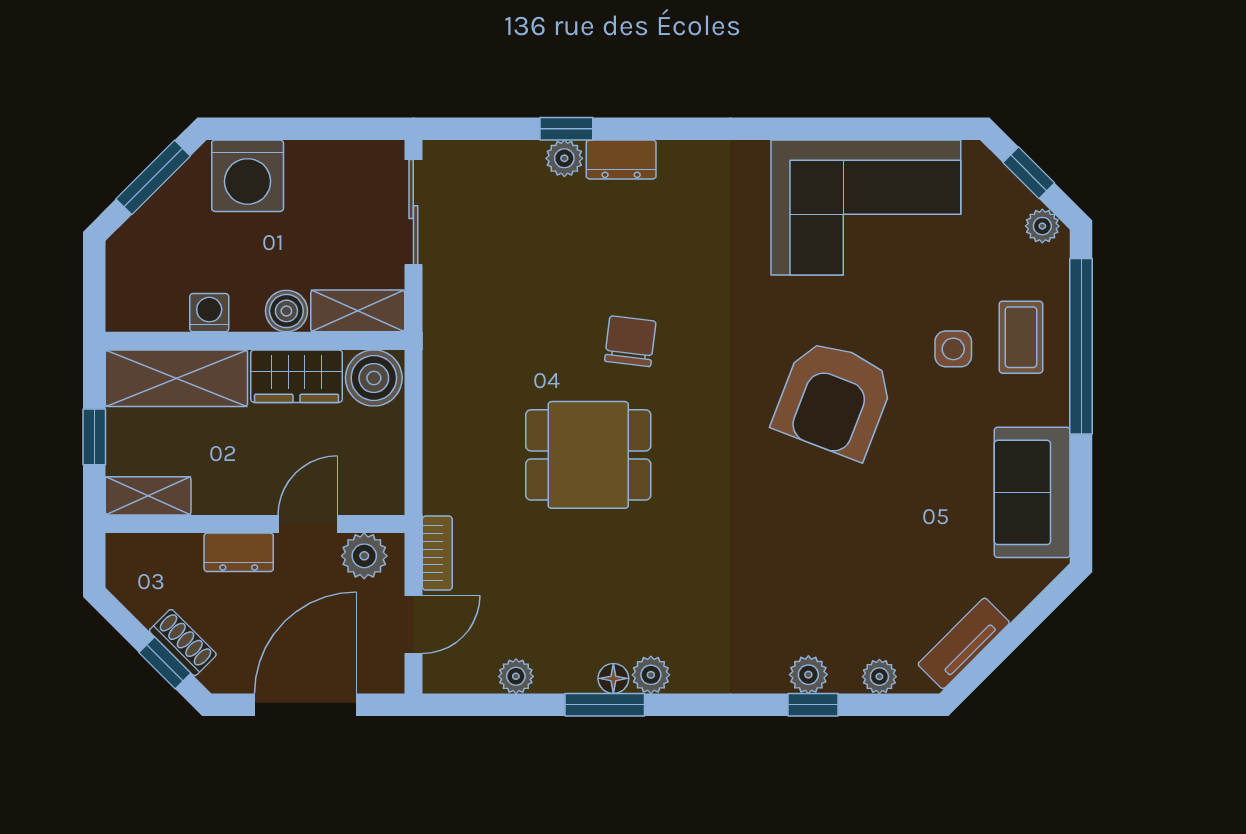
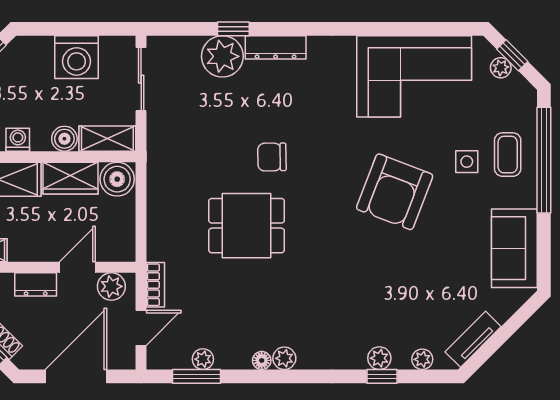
plant: (564, 158) -> (222, 56), width x1.87, depth x1.87
dresser: (621, 160) -> (276, 47), width x1.44
washing machine: (248, 176) -> (77, 57), moved
plant: (1042, 226) -> (501, 68), moved
chair: (630, 341) -> (272, 157), turned -98
window: (605, 705) -> (197, 376), moved

